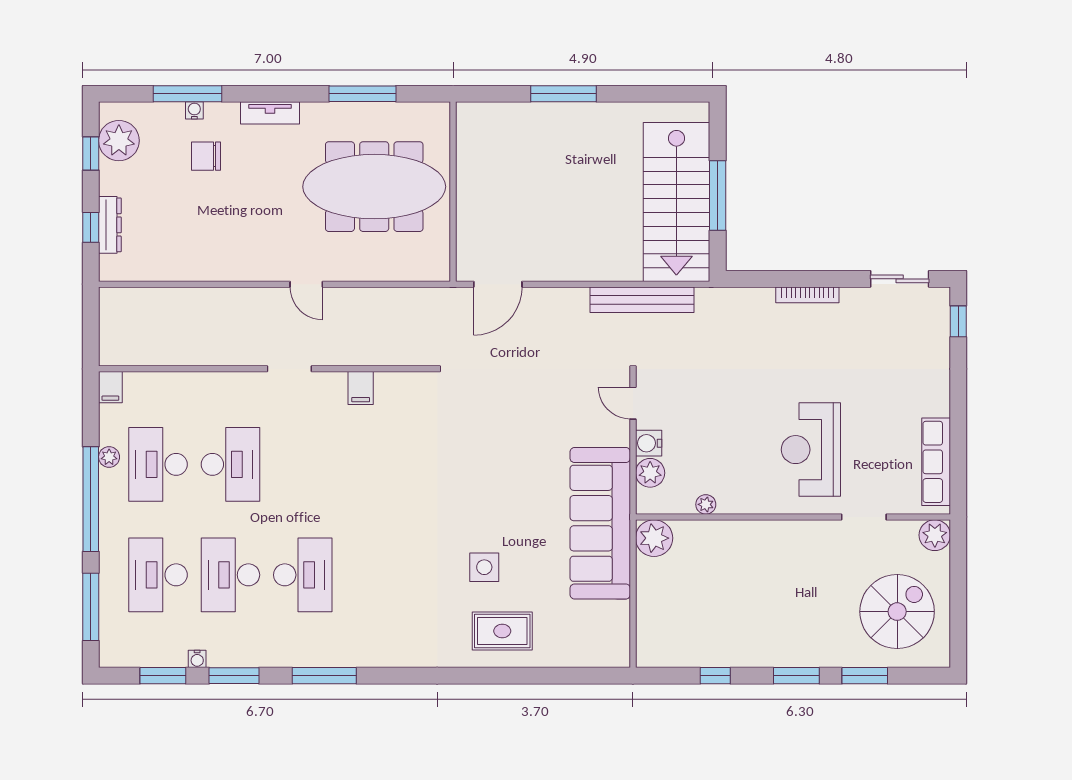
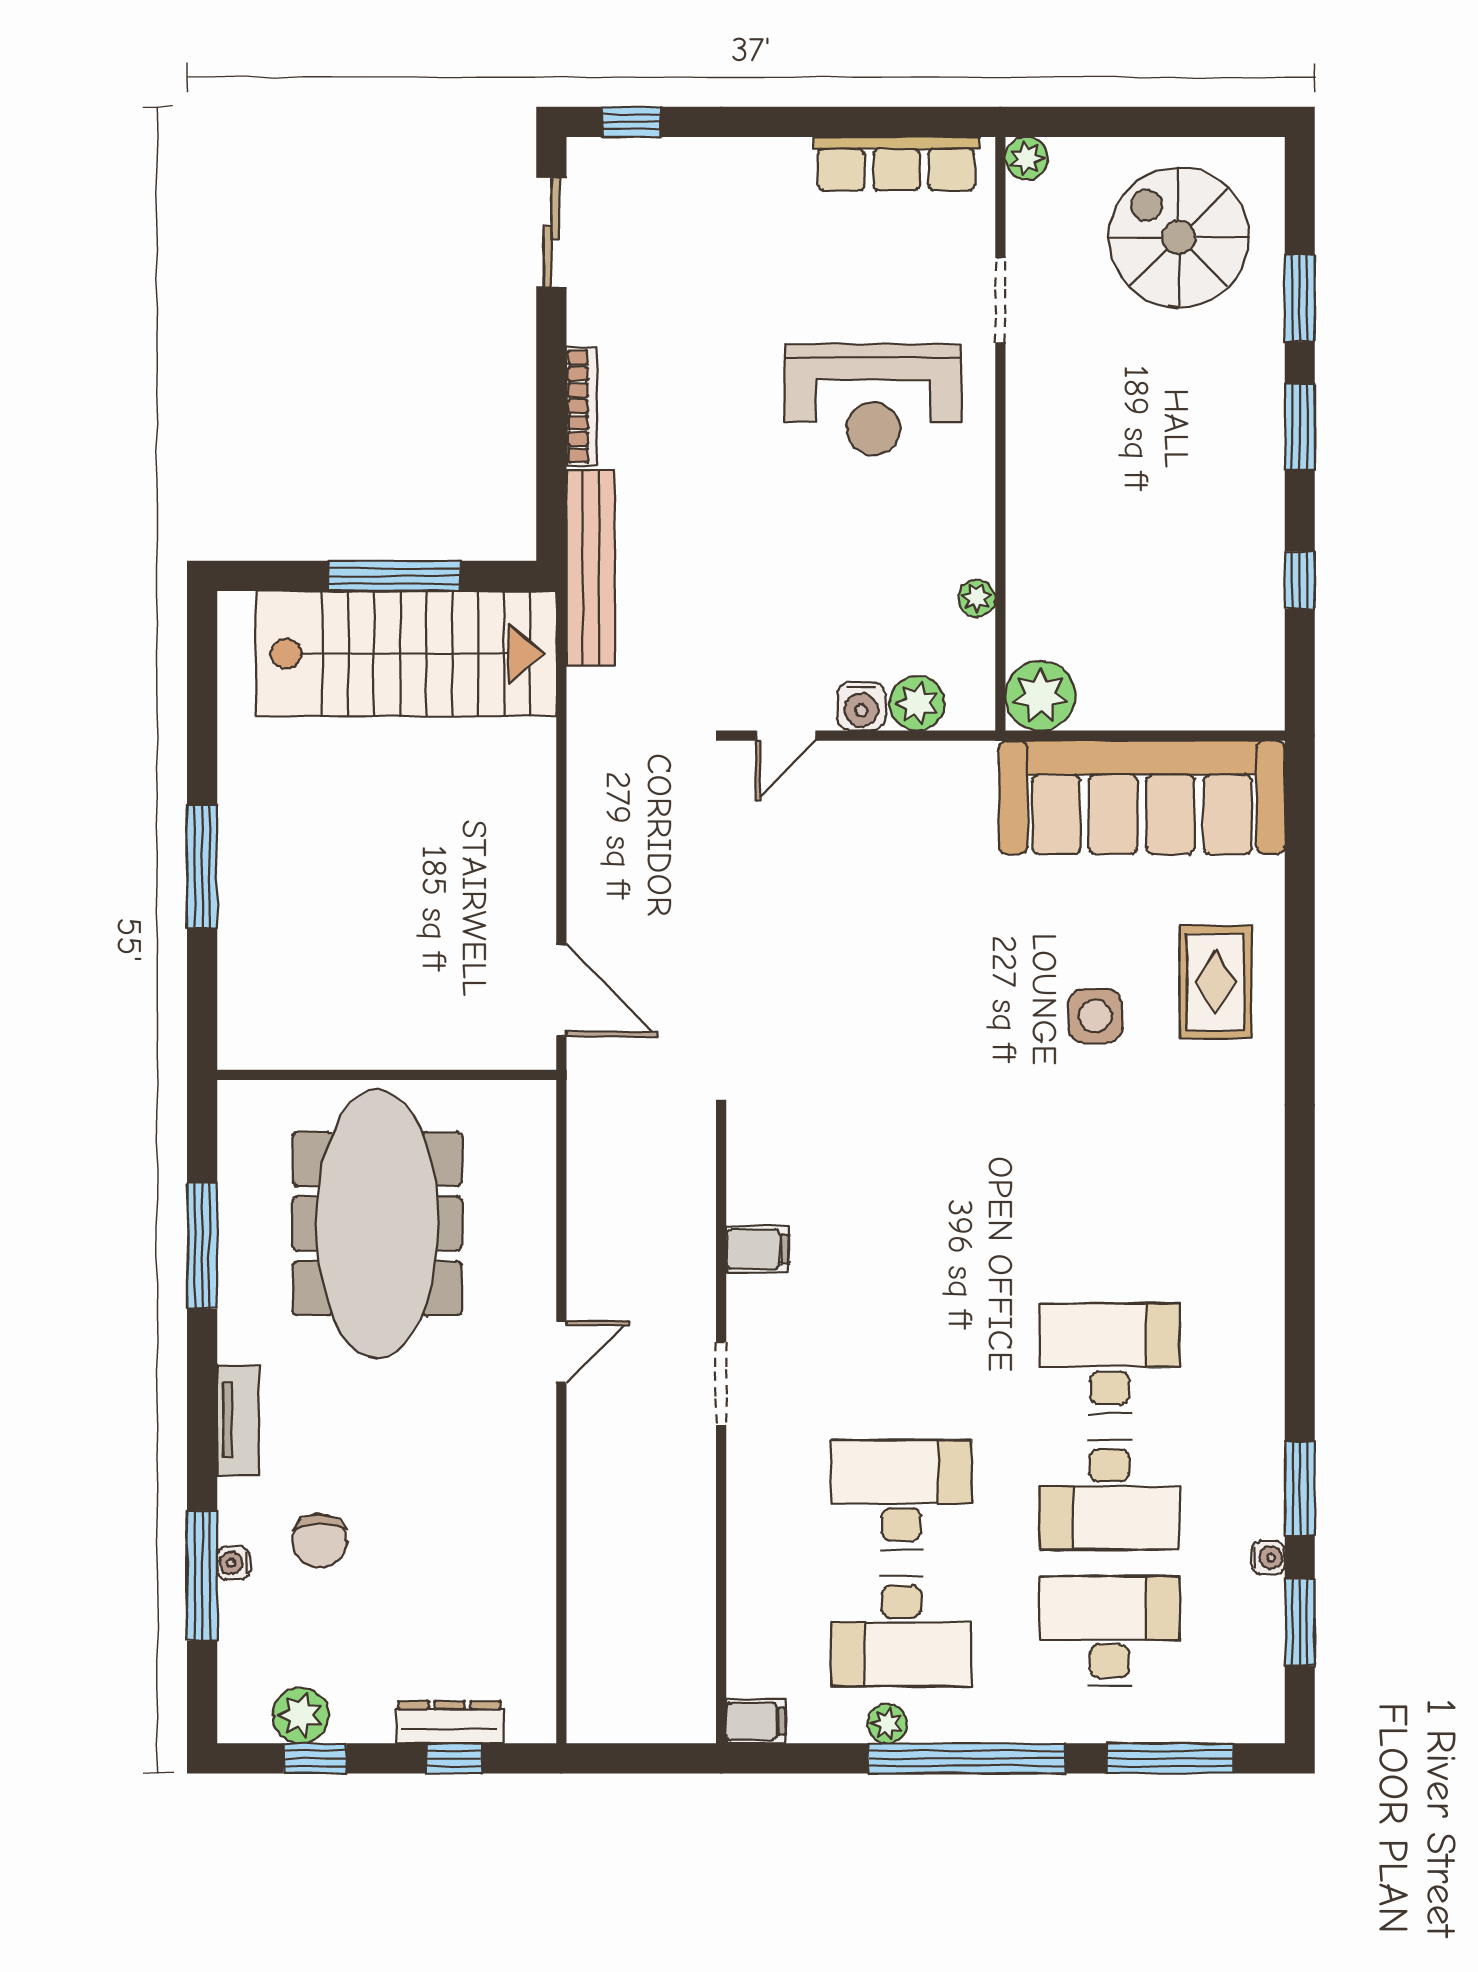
plant: (119, 141) -> (301, 1715), width x0.73, depth x0.73
bench: (642, 300) -> (591, 568), moved
sofa: (600, 523) -> (1142, 797), moved
plant: (935, 535) -> (1027, 158), width x0.73, depth x0.73
desk: (158, 575) -> (1110, 1631), turned 180
window: (324, 676) -> (1300, 1318), removed

